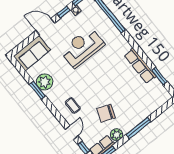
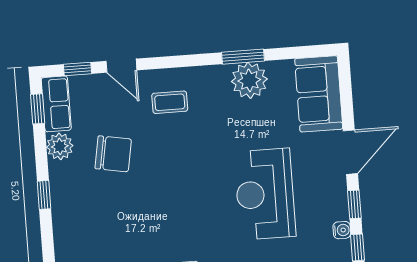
reception desk: (82, 47) -> (265, 194), turned 180
chair: (106, 113) -> (113, 154), turned 79
window: (138, 128) -> (44, 195), width x0.46

